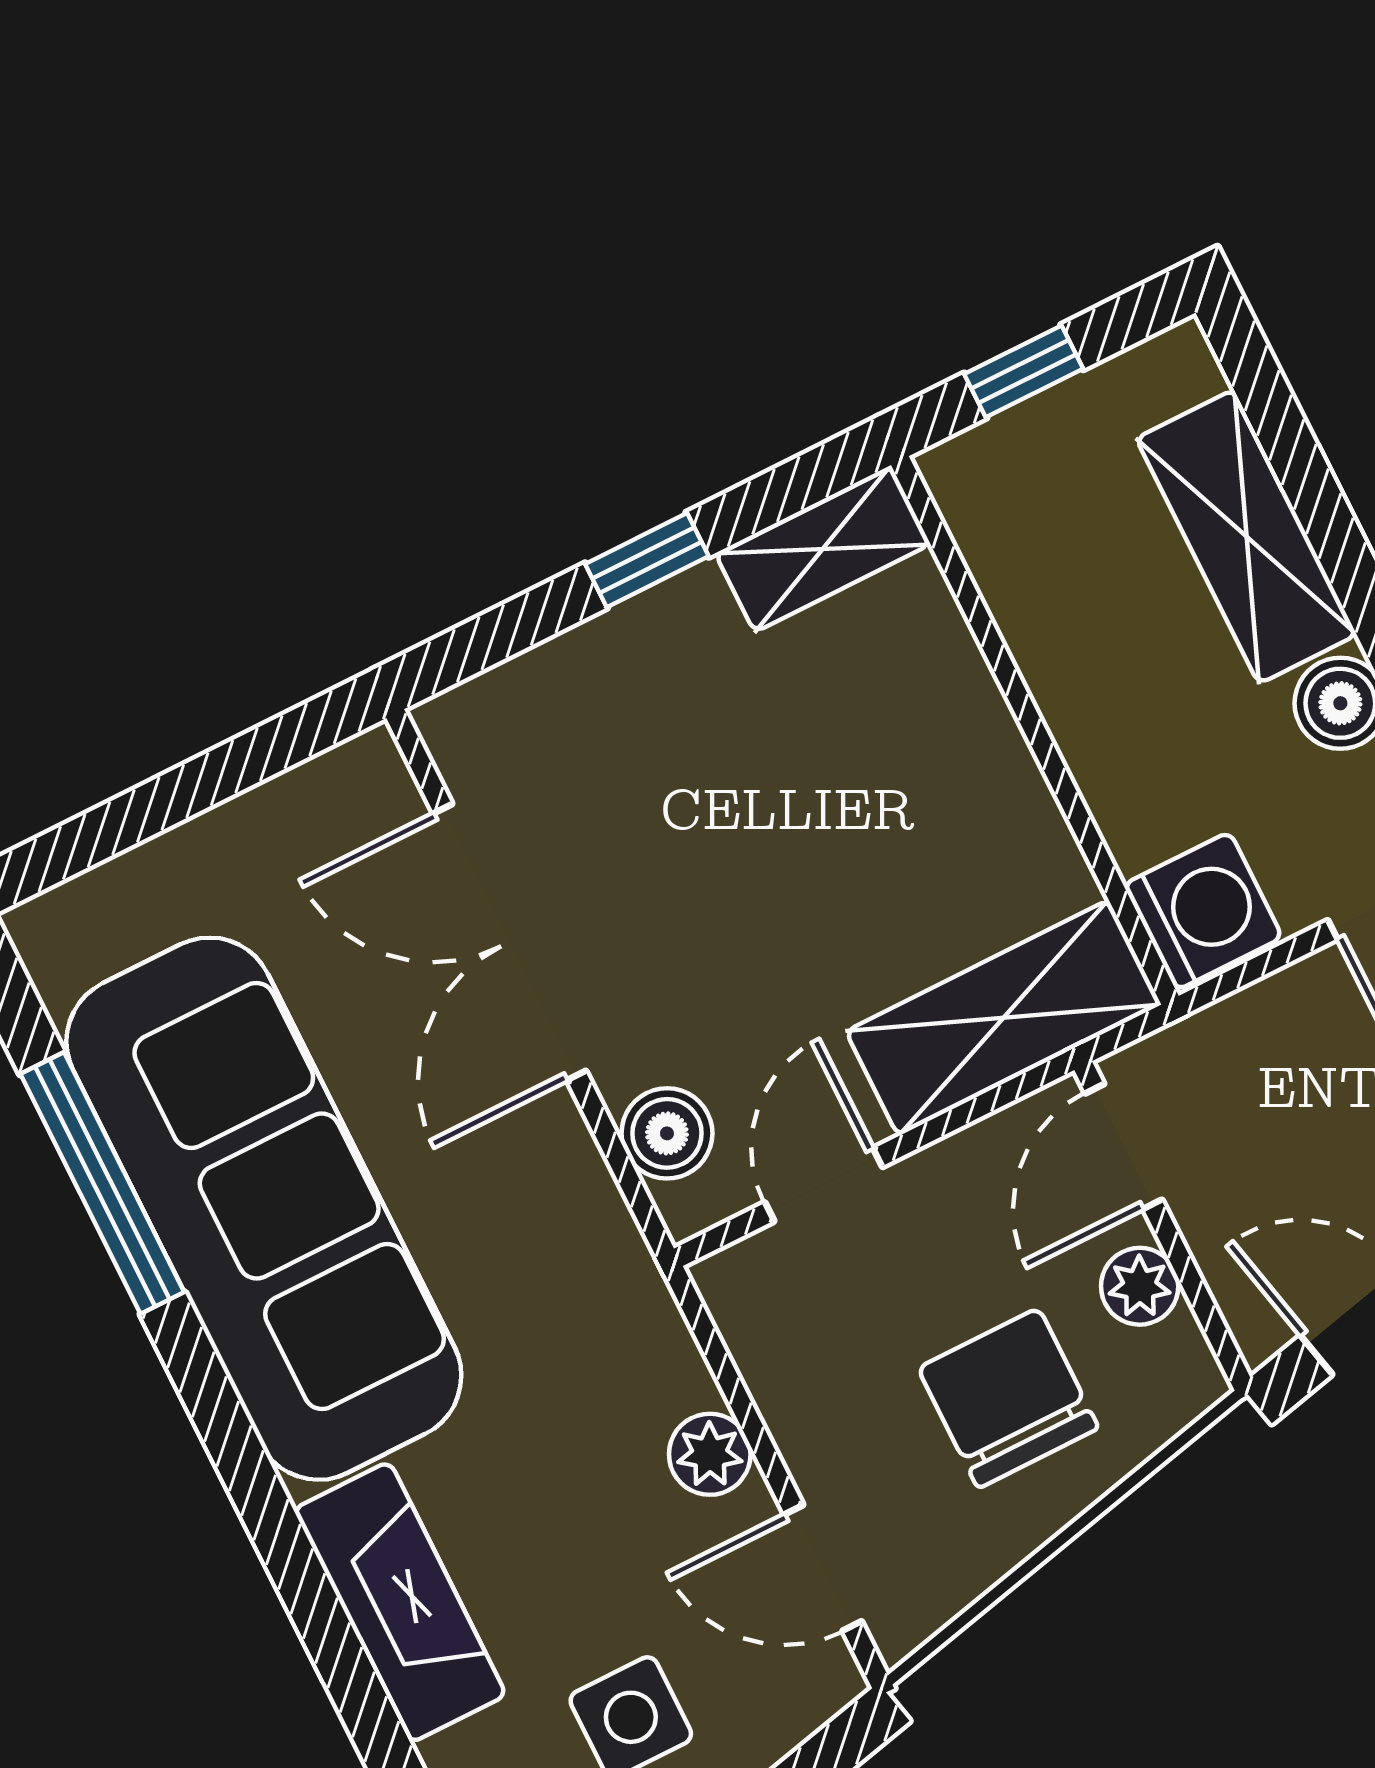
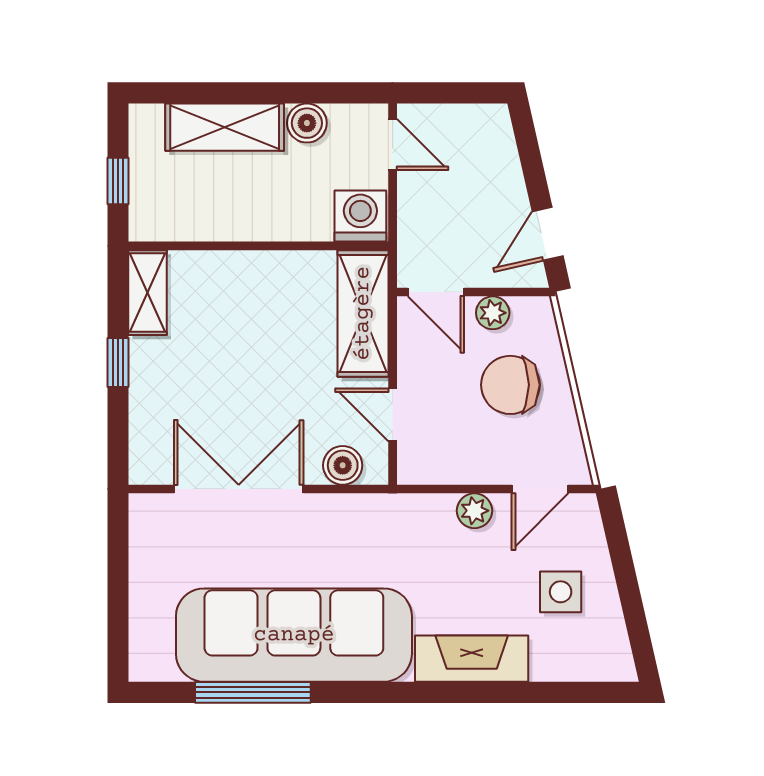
double door: (510, 942) -> (239, 489), swing flipped

